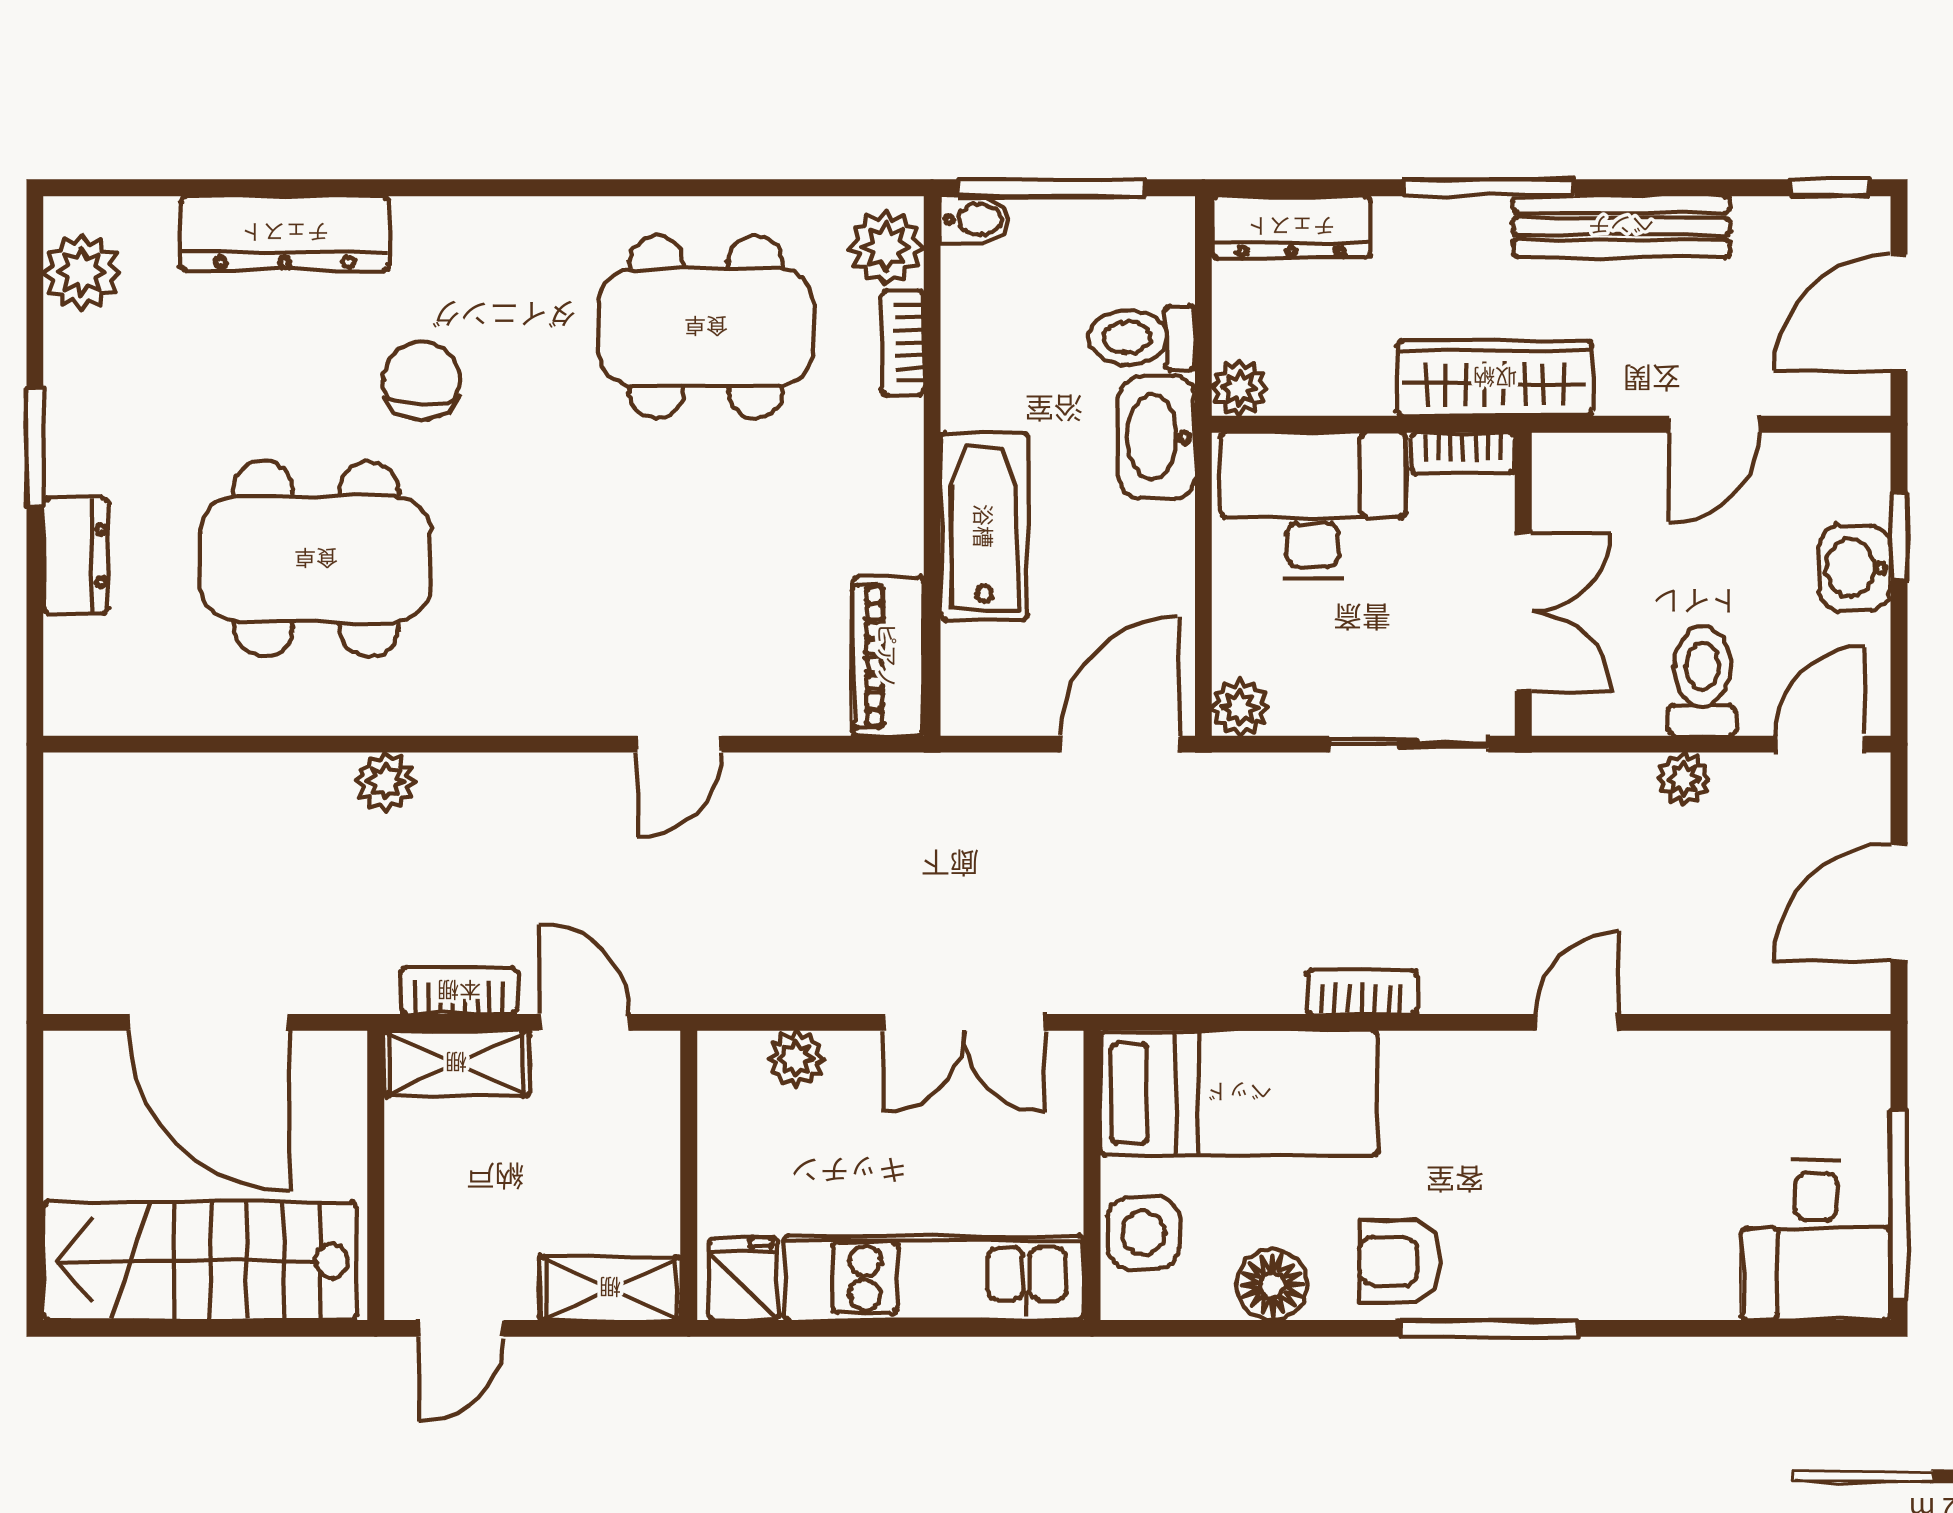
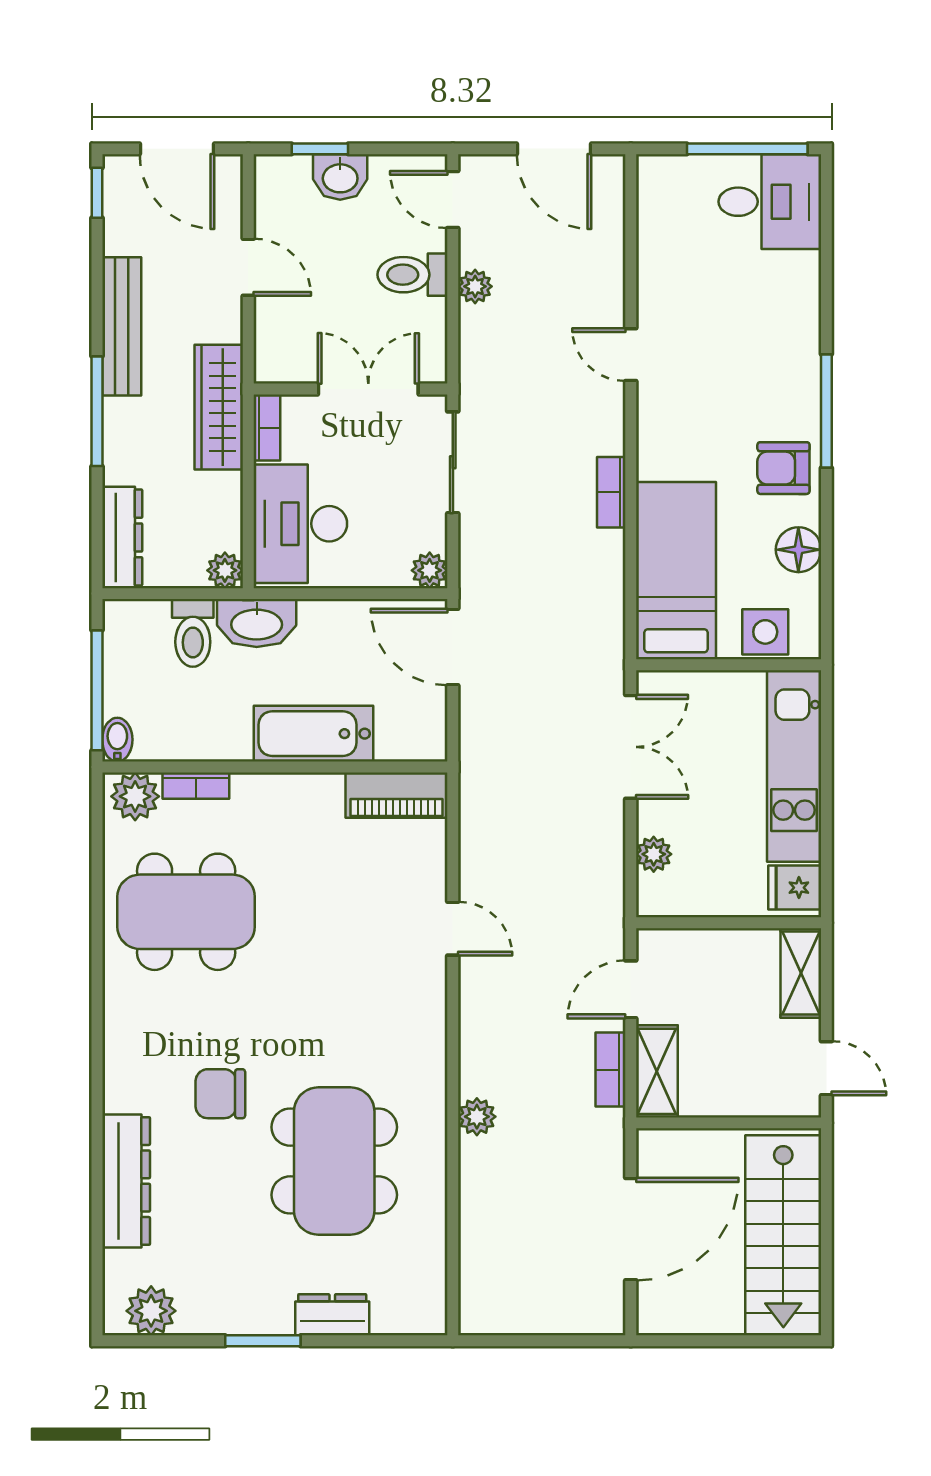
dining table: (706, 327) -> (186, 912), turned 90
armchair: (1400, 1261) -> (783, 468), turned 90

